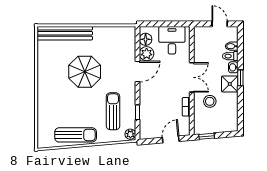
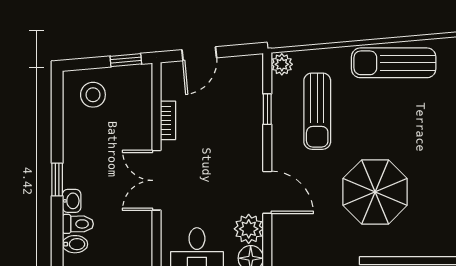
door: (137, 72) -> (267, 192), swing flipped
shower: (230, 84) -> (79, 167), removed
stool: (210, 101) -> (93, 95), moved

